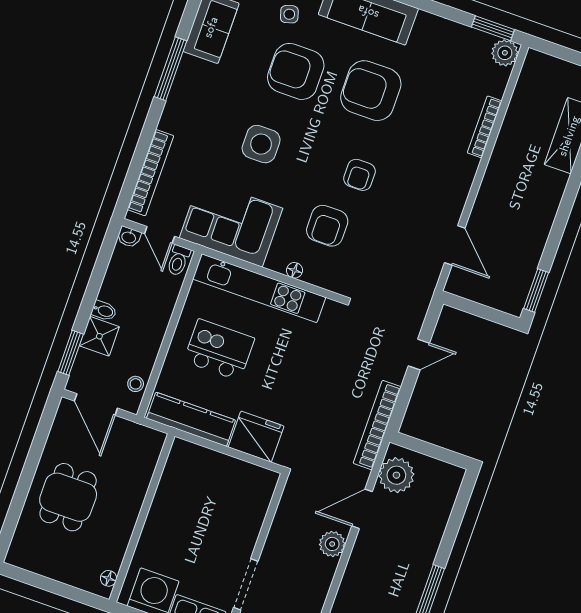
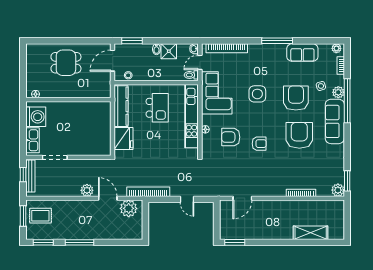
armchair: (359, 175) -> (259, 144), turned 180
shower: (99, 336) -> (169, 51), moved

